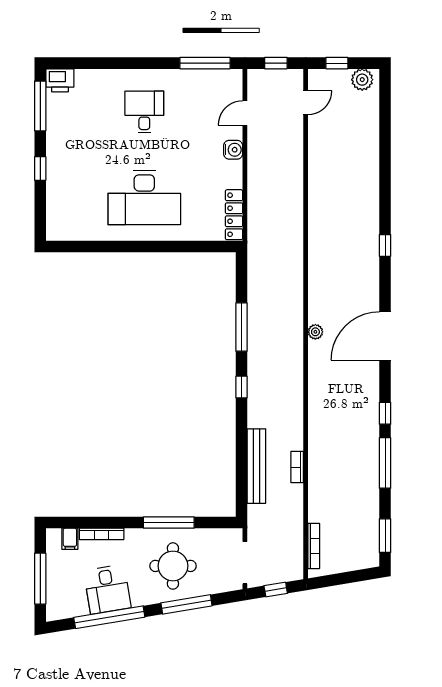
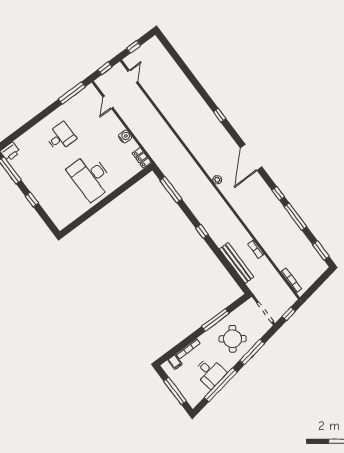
plant: (362, 80) -> (151, 46), removed
desk: (144, 112) -> (61, 137), turned 90
water cooler: (233, 150) -> (125, 137), moved
desk: (144, 198) -> (91, 177), turned 90
locker: (234, 215) -> (142, 158), width x0.66
window: (241, 327) -> (171, 190), moved
round table: (173, 566) -> (232, 339), turned 36

